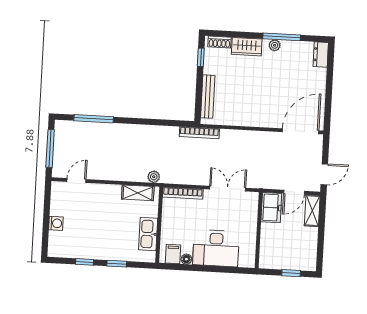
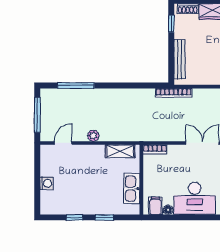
plant: (154, 177) -> (93, 136), moved
bookcase: (183, 193) -> (155, 149), width x0.64

